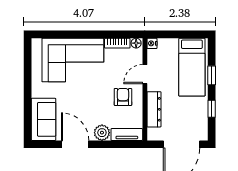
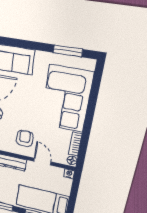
window: (28, 66) -> (68, 51), added
armchair: (123, 97) -> (25, 138), turned -90

